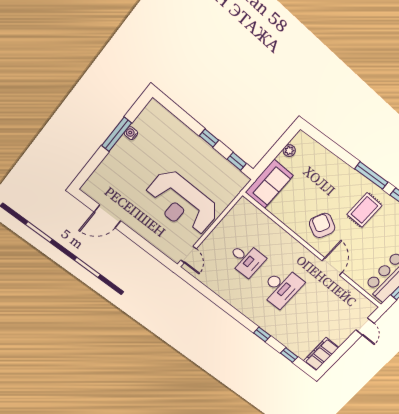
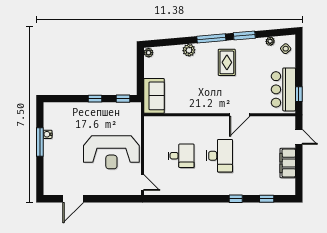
plant: (289, 151) -> (149, 53), moved
plant: (341, 169) -> (189, 50), added
armchair: (322, 225) -> (209, 94), removed
door: (332, 267) -> (240, 115), swing flipped
filing cabinet: (321, 354) -> (288, 163), moved

